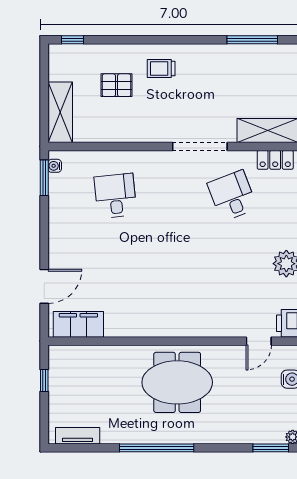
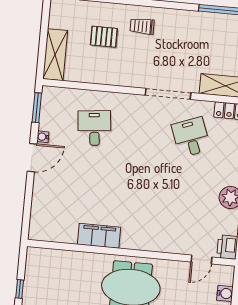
water cooler: (55, 166) -> (43, 137), moved
door: (44, 286) -> (32, 158), moved
filing cabinet: (78, 324) -> (99, 236), moved
window: (44, 380) -> (20, 289), moved

